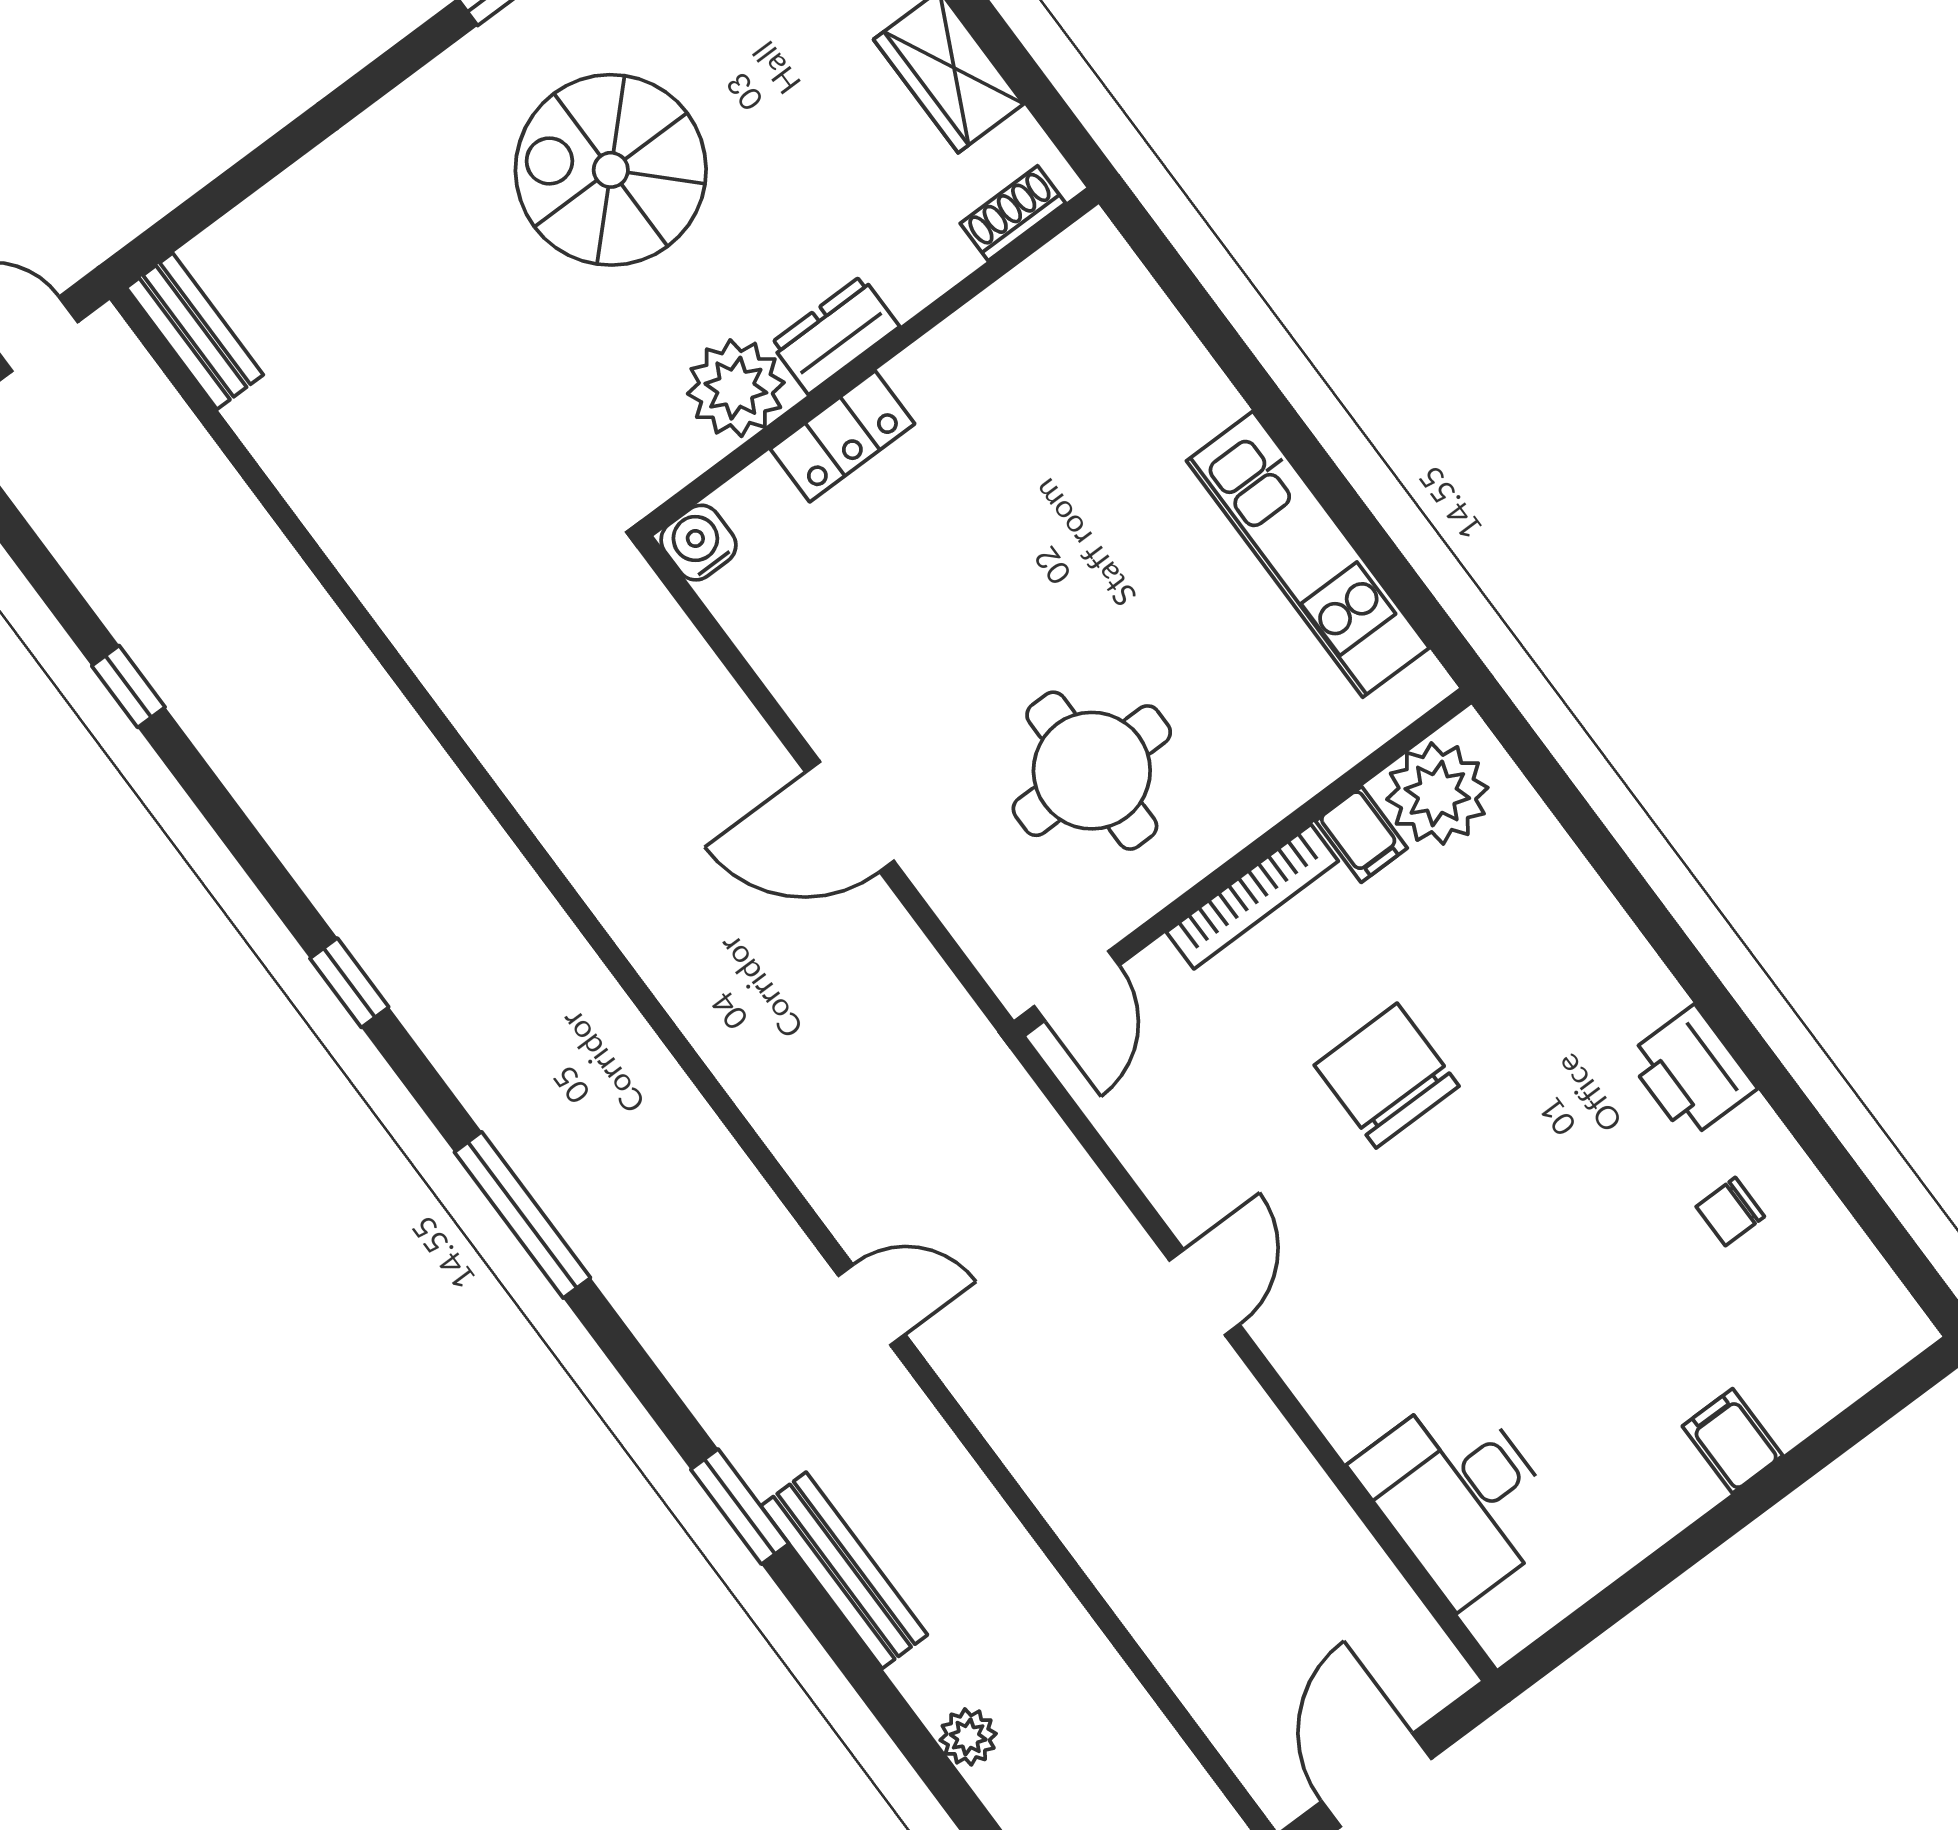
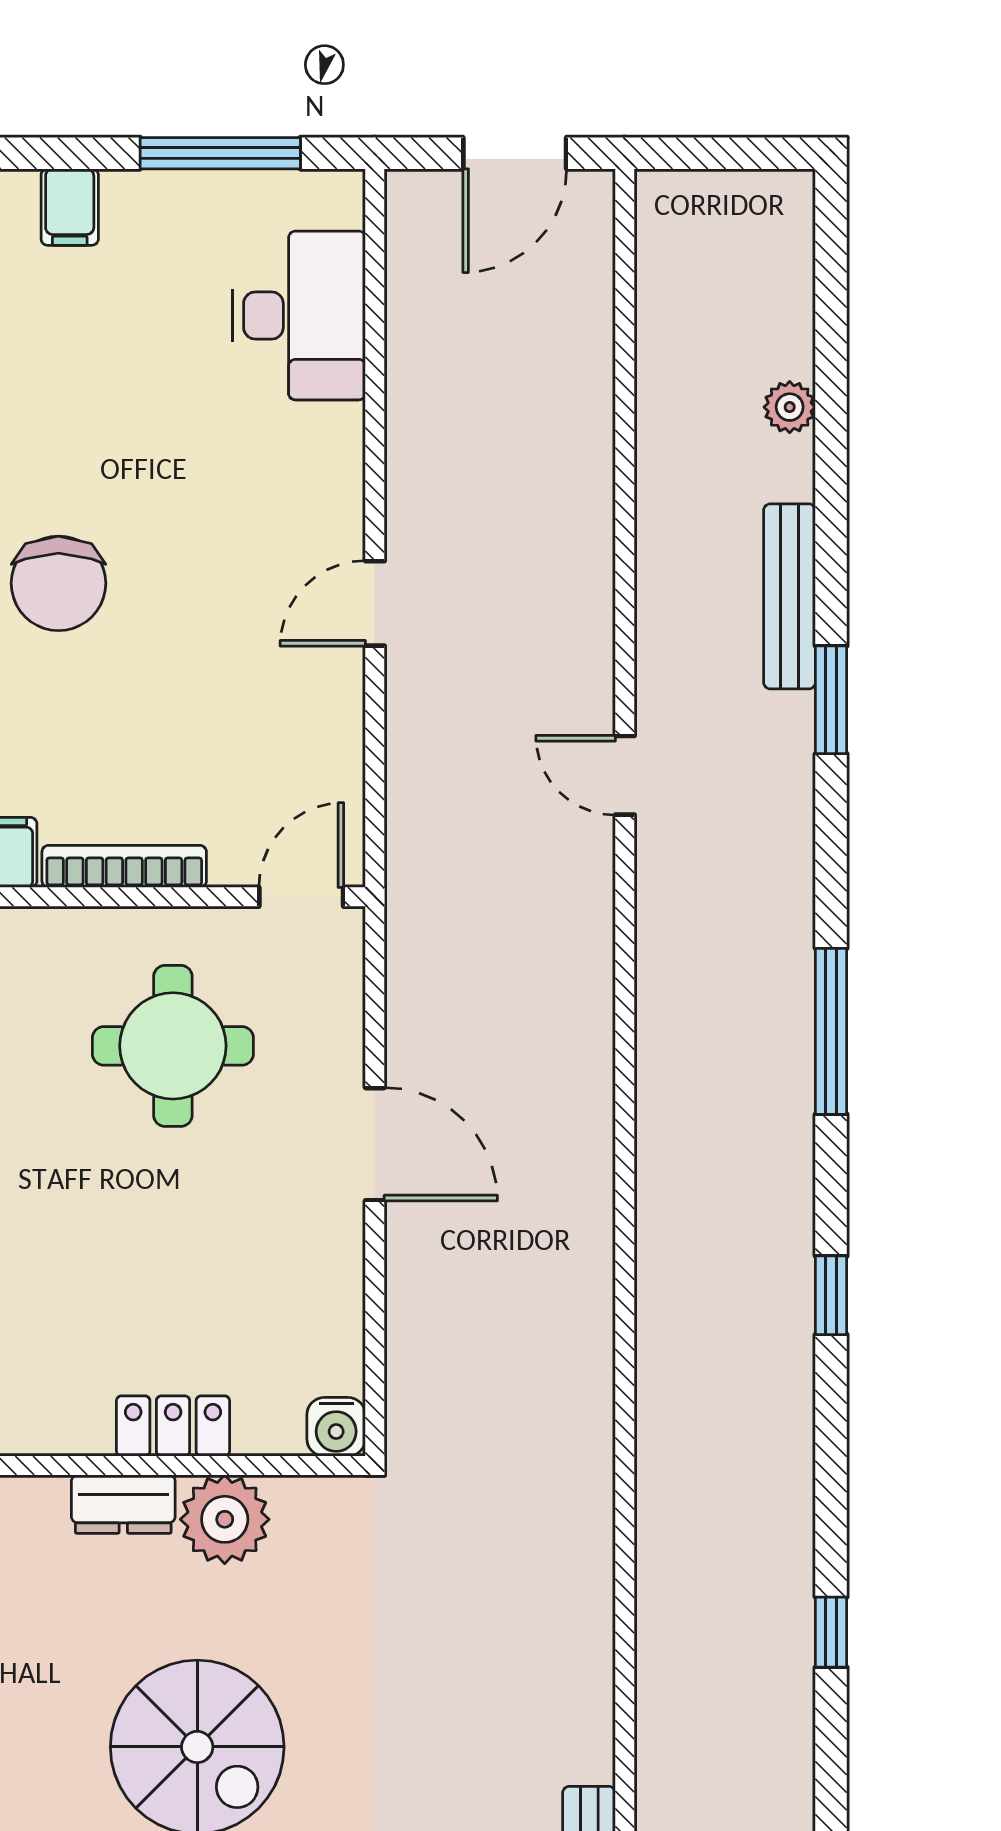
chair: (1387, 1076) -> (58, 583), moved
window: (1635, 1587) -> (220, 153), added

